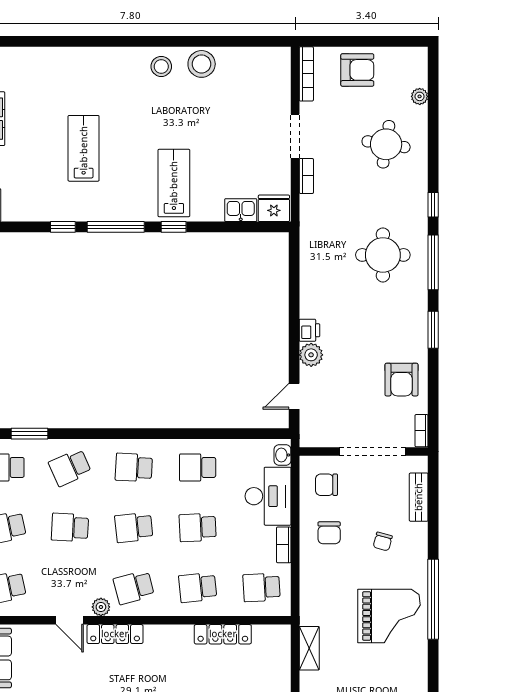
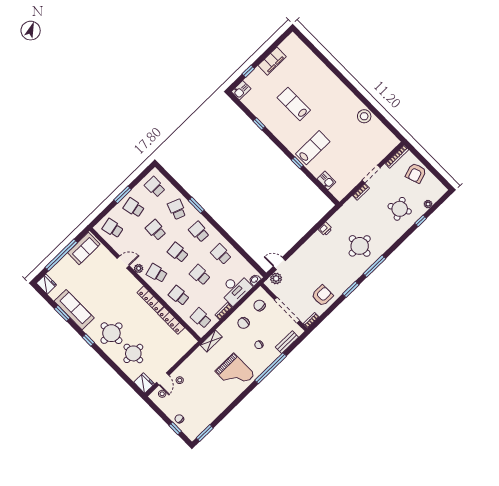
stool: (161, 66) -> (349, 103), removed
armchair: (357, 70) -> (416, 173), turned 71
round table: (386, 144) -> (400, 209), turned -38
lab bench: (84, 148) -> (294, 104), turned -90
window: (433, 205) -> (421, 221), moved
fridge: (274, 208) -> (338, 192), removed
window: (116, 227) -> (277, 142), removed
printer: (309, 330) -> (325, 229), moved
plant: (311, 355) -> (276, 278), moved
armchair: (402, 380) -> (322, 295), turned 180
window: (30, 434) -> (196, 205), moved
school desk: (70, 467) -> (177, 209), turned 45
window: (433, 599) -> (271, 368), moved
door: (70, 620) -> (123, 262), swing flipped
locker: (115, 634) -> (150, 299), moved
shelving: (309, 648) -> (211, 341), moved

